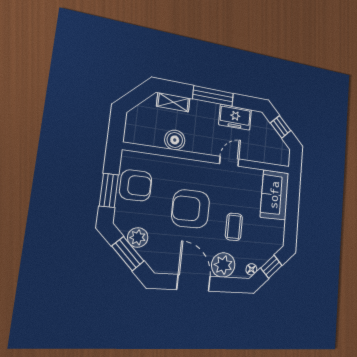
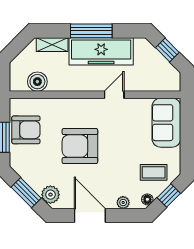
freezer: (235, 117) -> (101, 51), width x1.91, depth x1.26
boiler: (175, 140) -> (37, 82), moved
coffee table: (234, 227) -> (154, 172), moved, turned 90
plant: (138, 237) -> (50, 195), moved
plant: (223, 265) -> (123, 202), width x0.53, depth x0.53

